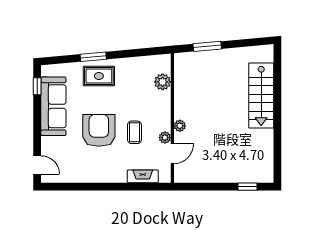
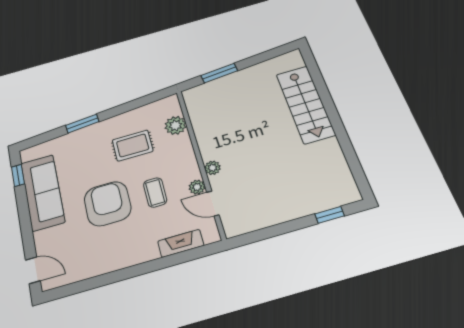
rug: (99, 76) -> (133, 145), moved
door: (172, 154) -> (213, 204), swing flipped

